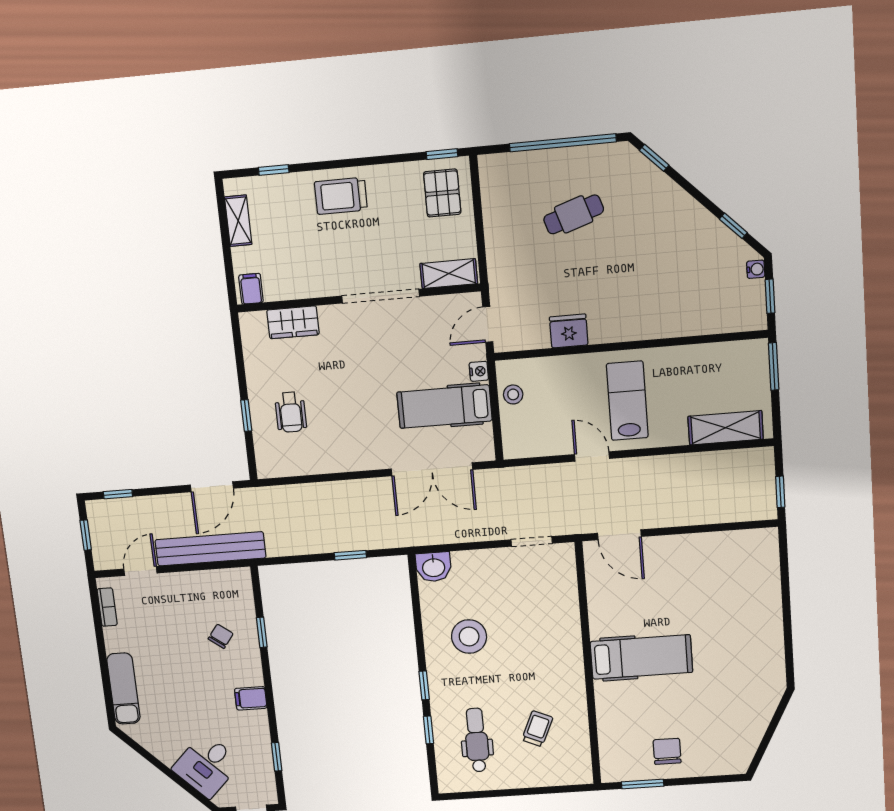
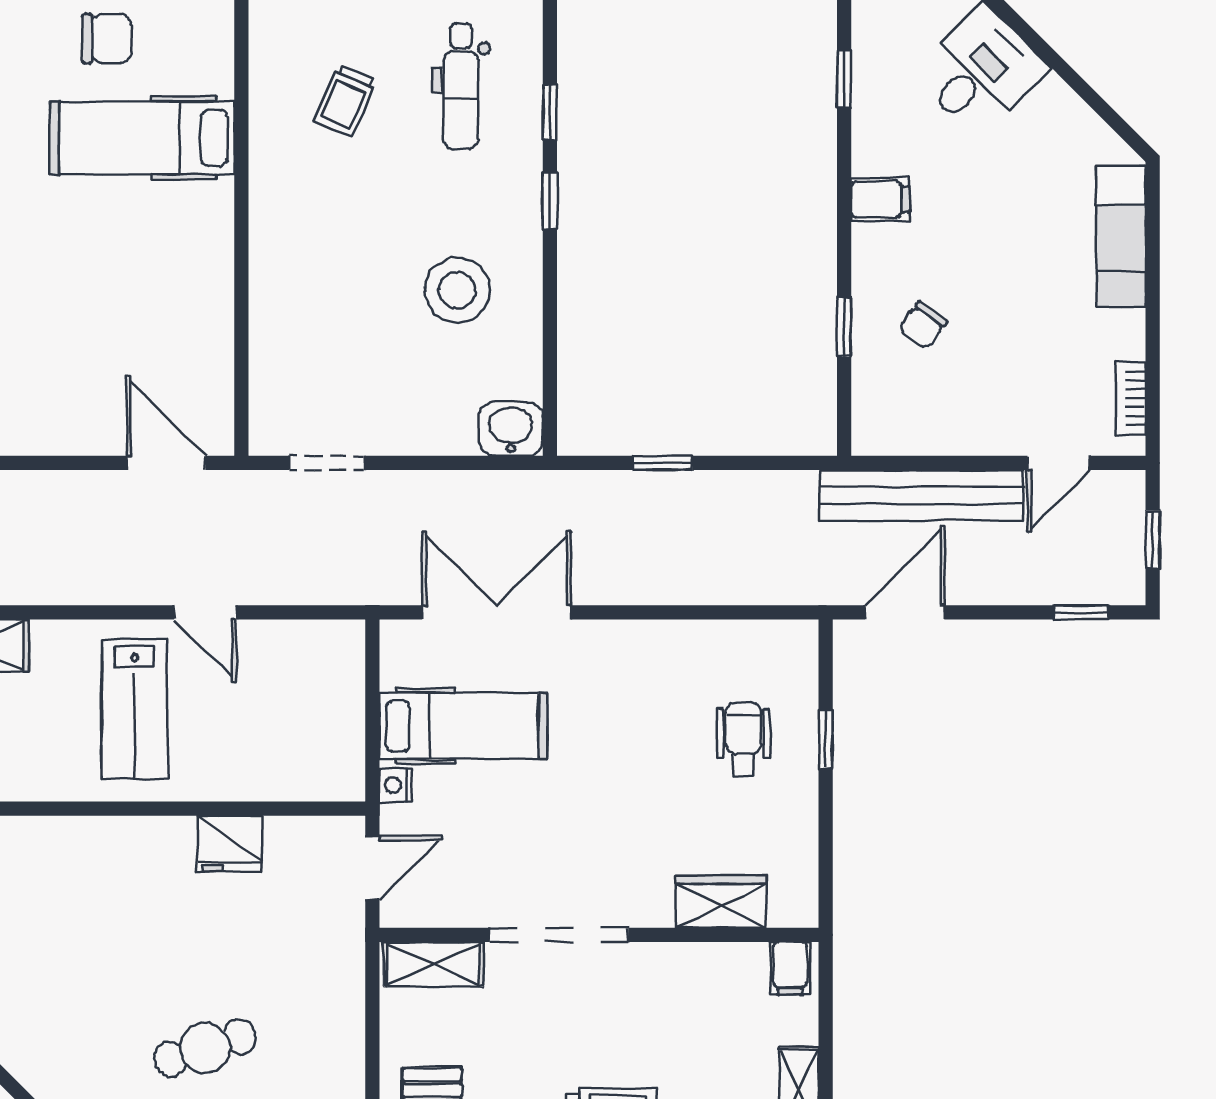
stool: (513, 394) -> (338, 738), removed
hospital bed: (641, 657) -> (142, 138), moved
chair: (667, 751) -> (107, 39), turned -90

